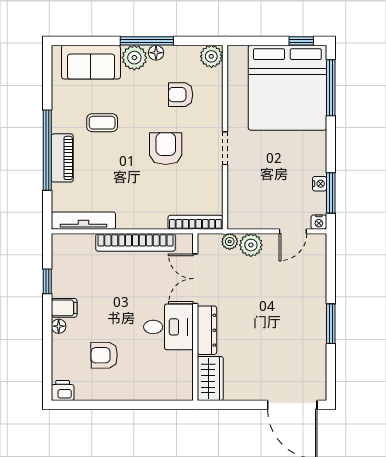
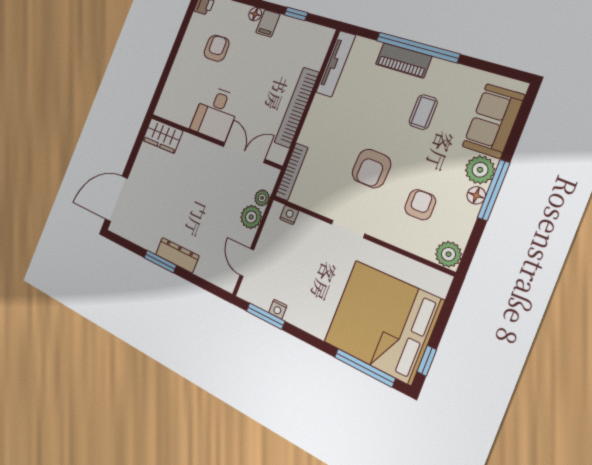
armchair: (166, 149) -> (371, 169), turned 92
nightstand: (319, 222) -> (289, 215), moved, turned 90
dresser: (207, 330) -> (177, 255), moved, turned 180

